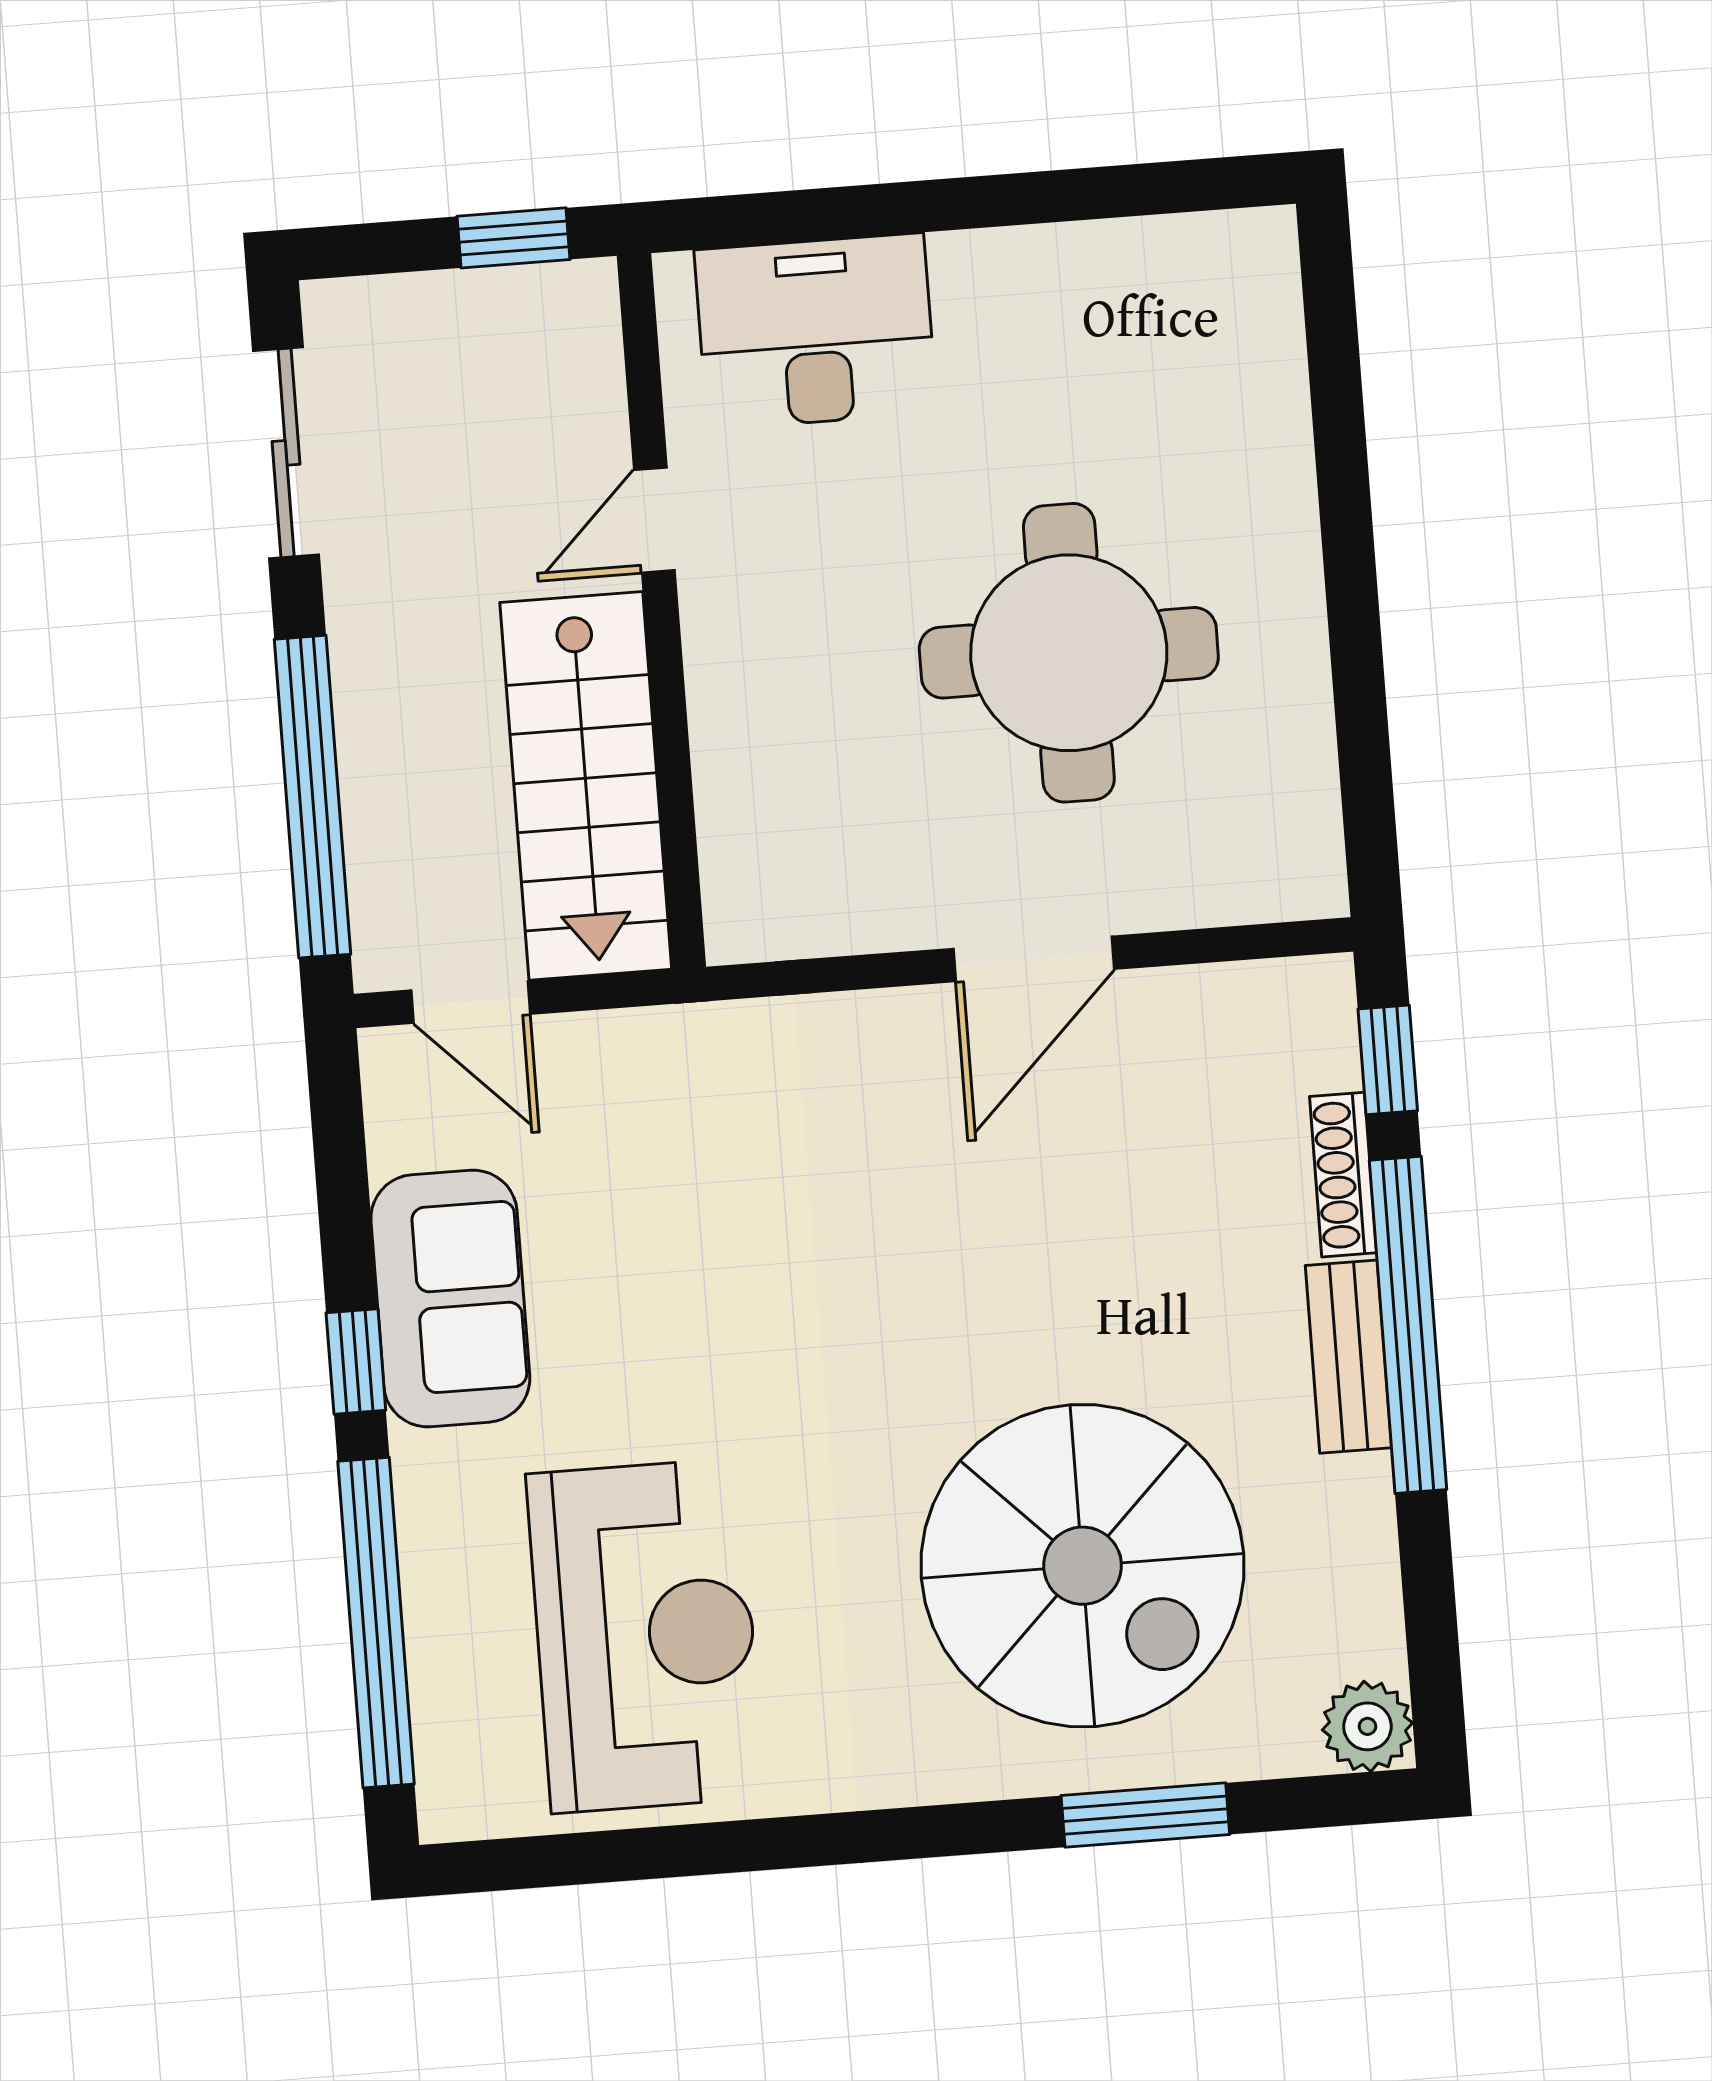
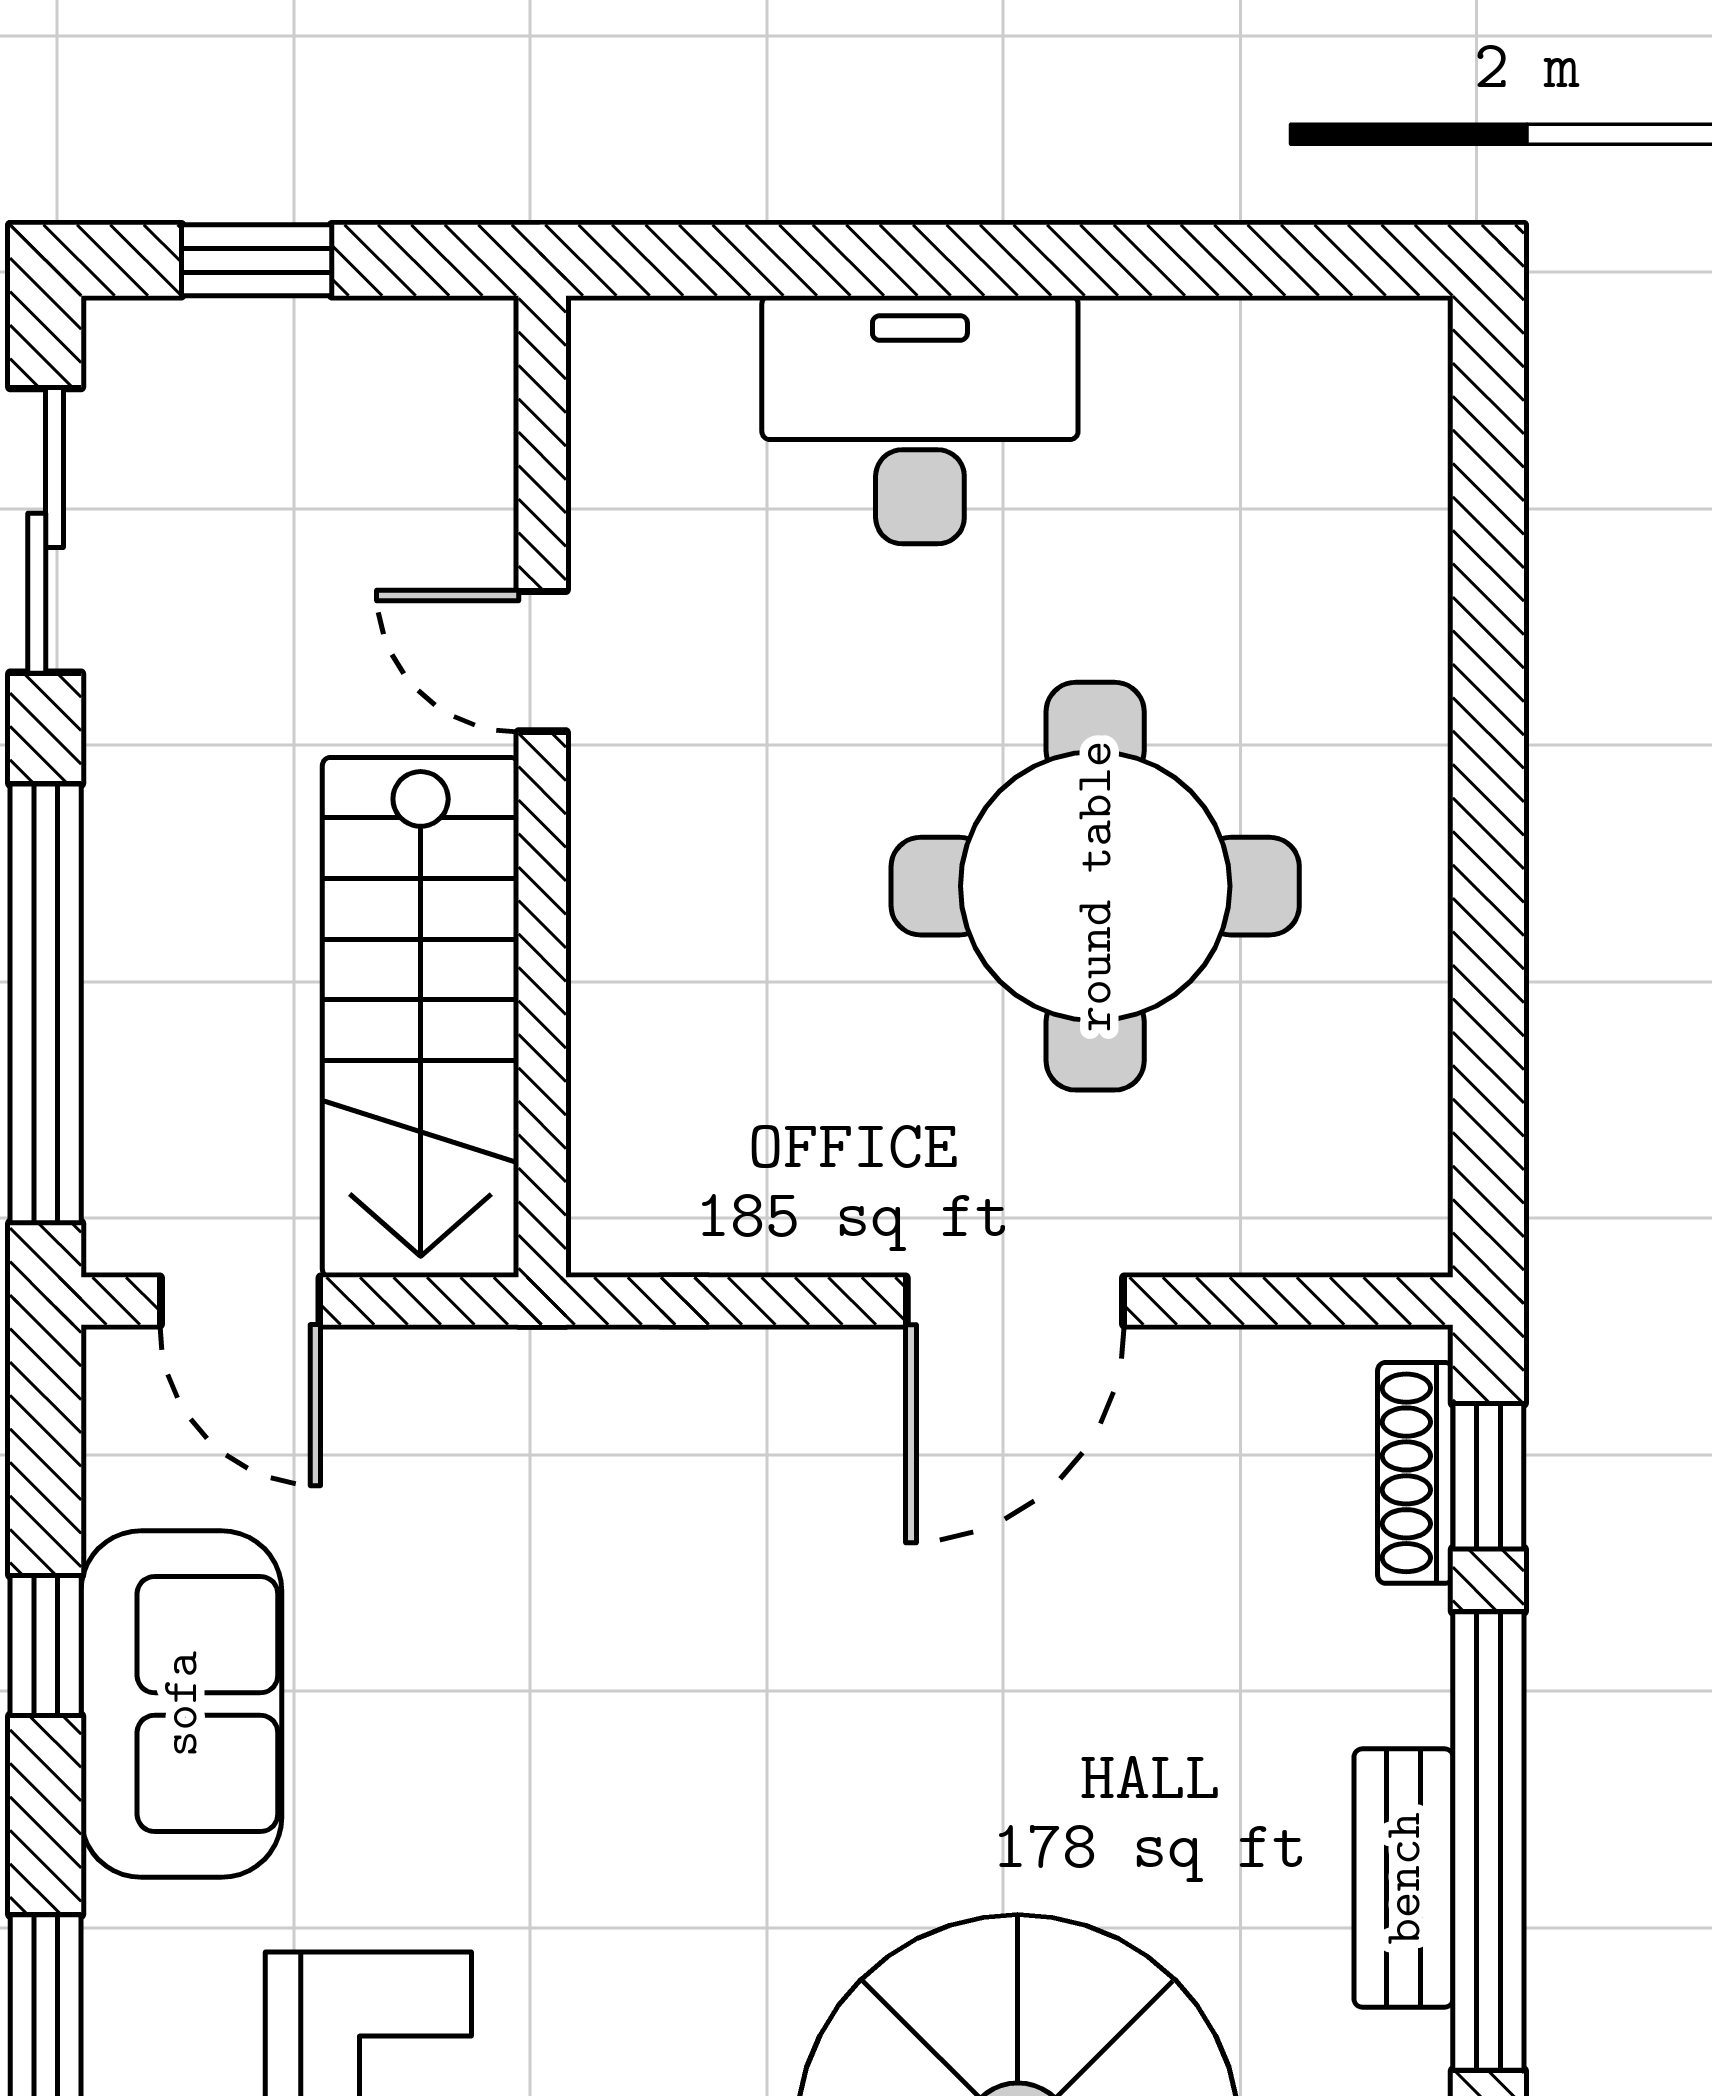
window: (514, 238) -> (257, 260), moved
desk: (816, 331) -> (920, 420), moved
door: (654, 520) -> (542, 661), hinge flipped
shoe rack: (1343, 1175) -> (1415, 1473), moved
window: (356, 1361) -> (46, 1645), moved

